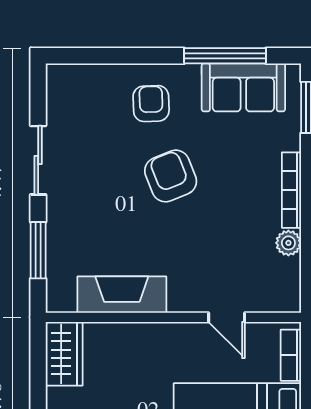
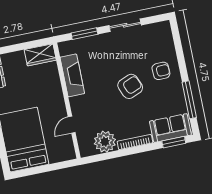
sofa: (243, 87) -> (170, 128), moved, turned 90
plant: (288, 243) -> (105, 142), width x1.88, depth x1.88
bookcase: (291, 355) -> (61, 157), removed

